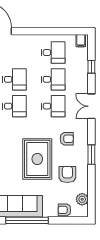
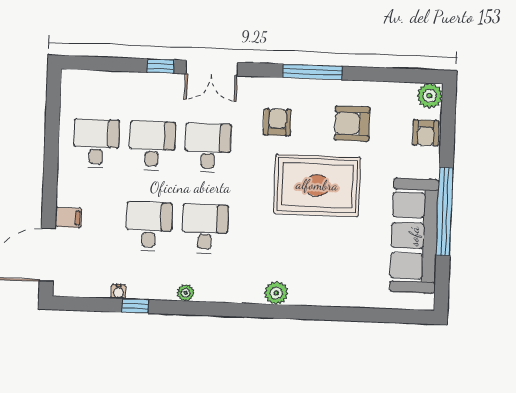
filing cabinet: (81, 41) -> (68, 218), moved
window: (91, 67) -> (161, 66), moved
window: (91, 155) -> (313, 72), width x1.44
plant: (82, 199) -> (430, 96), moved

